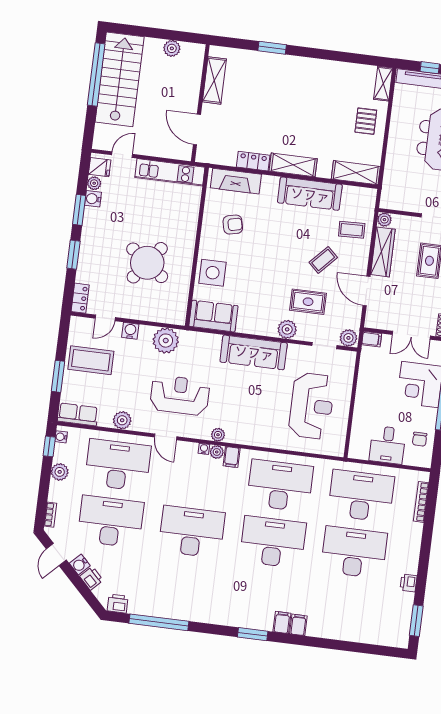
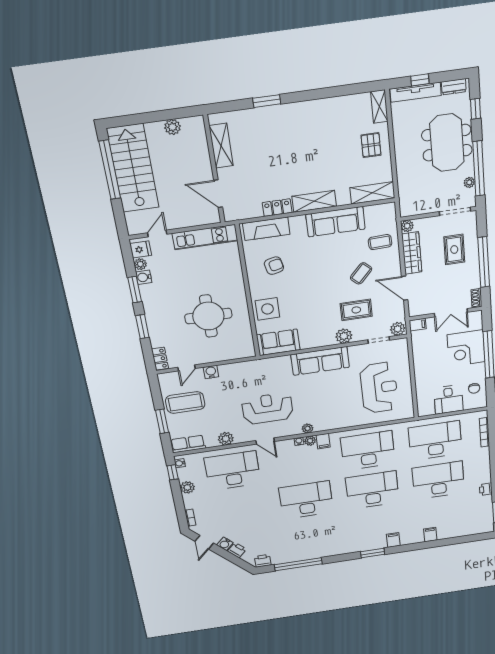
round table: (147, 263) -> (208, 316), turned -37
plant: (166, 341) -> (243, 371), removed
desk: (111, 522) -> (240, 510), removed
filing cabinet: (298, 625) -> (430, 535), moved

